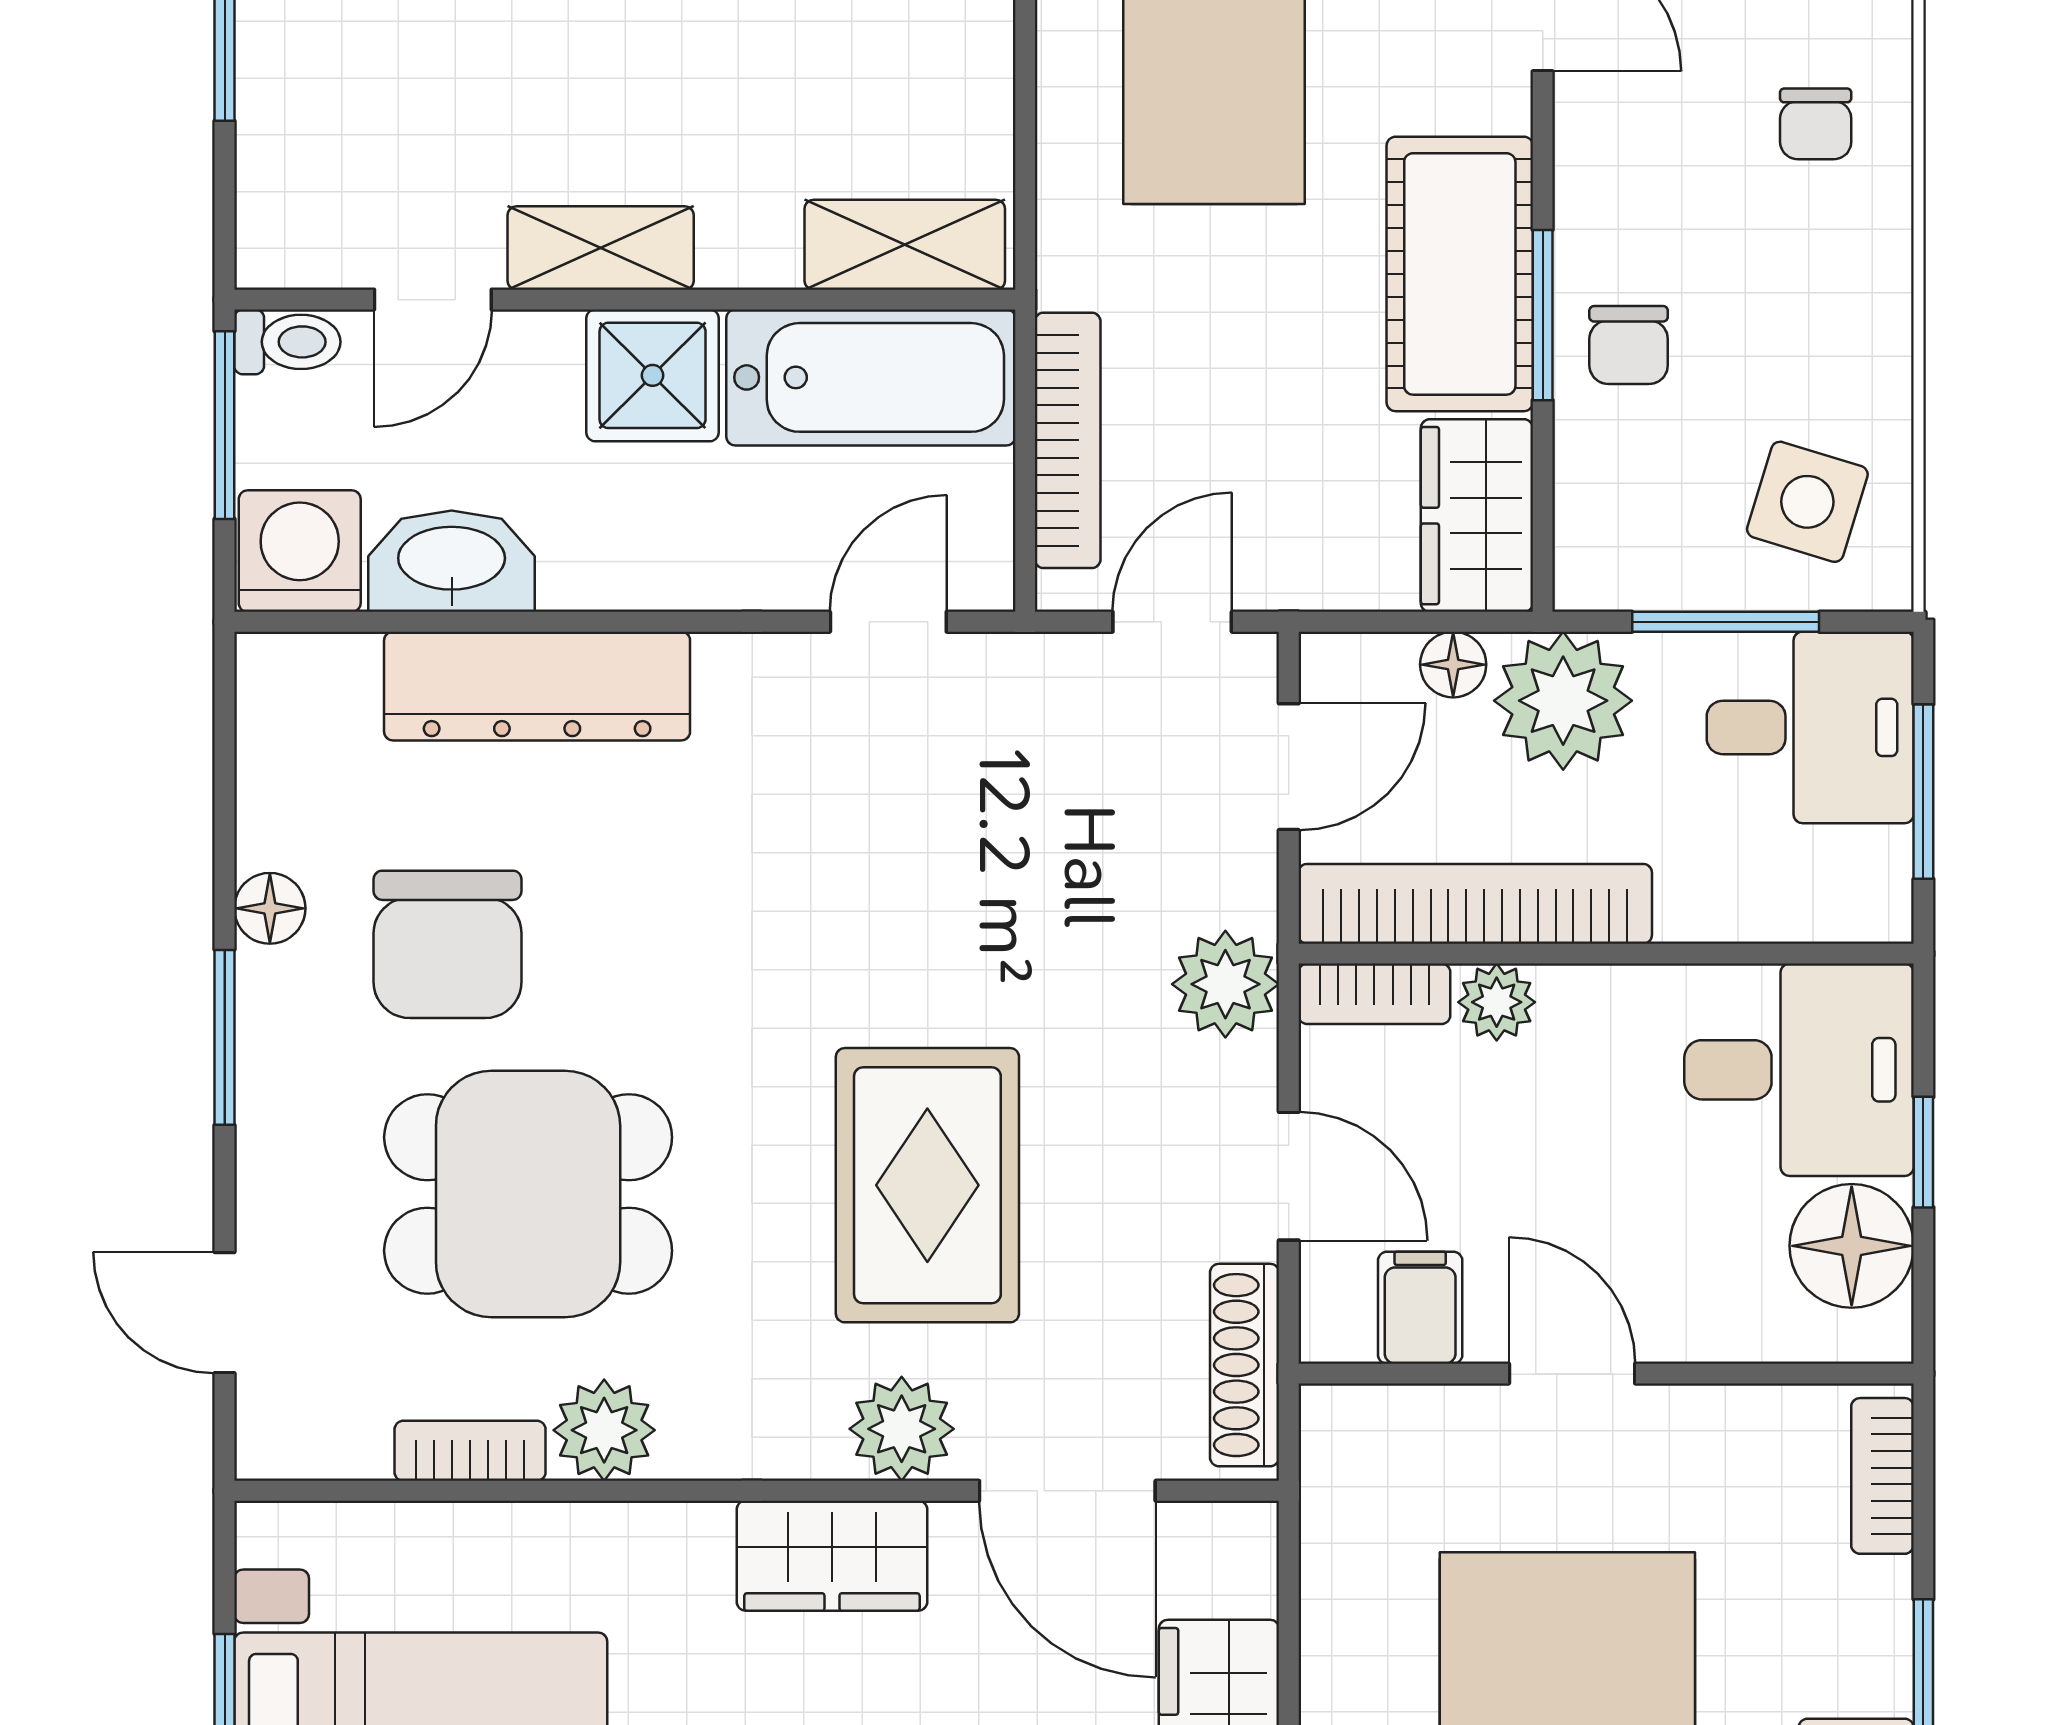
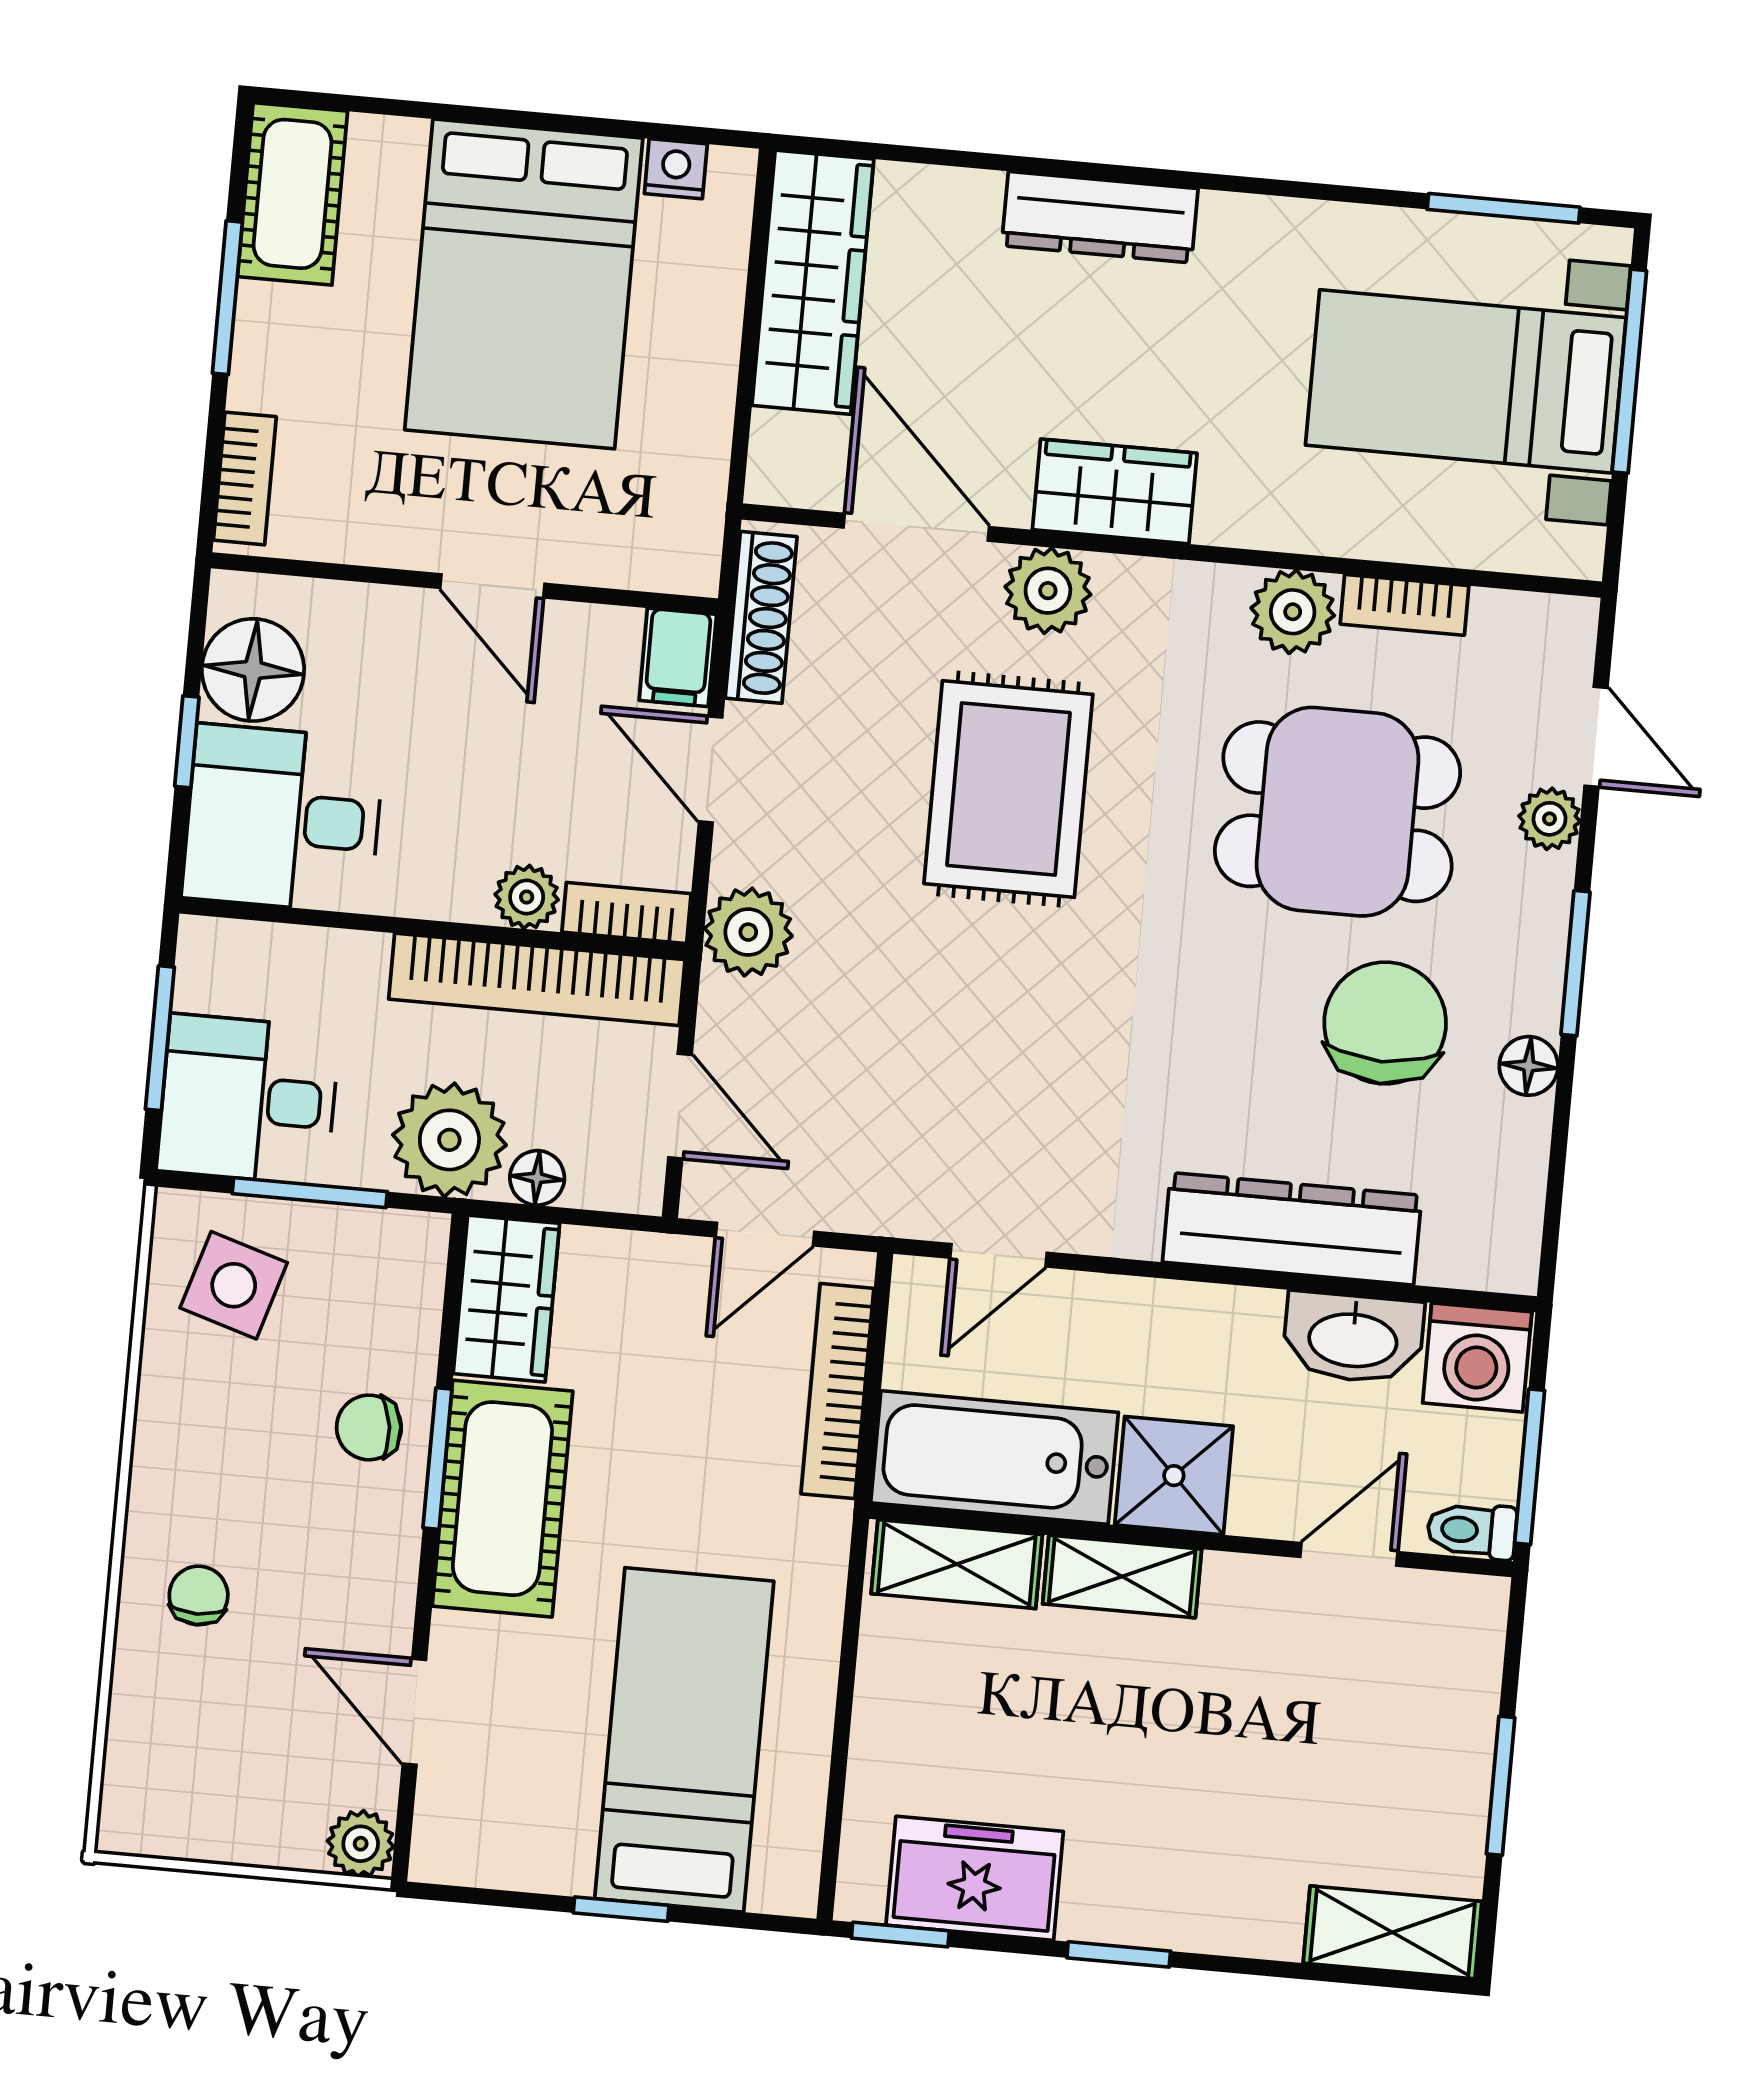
shelving: (601, 248) -> (1122, 1576), moved
chair: (1629, 345) -> (369, 1427), turned -97
door: (1289, 767) -> (680, 1106), swing flipped
plant: (272, 1209) -> (1550, 819), added
filing cabinet: (1420, 1308) -> (678, 657), moved

